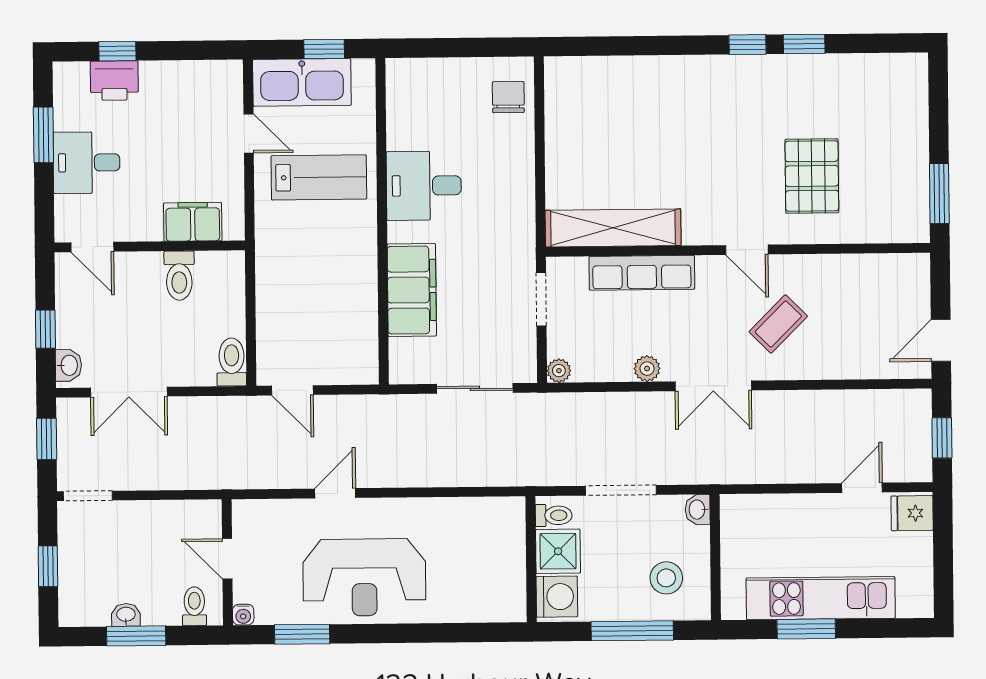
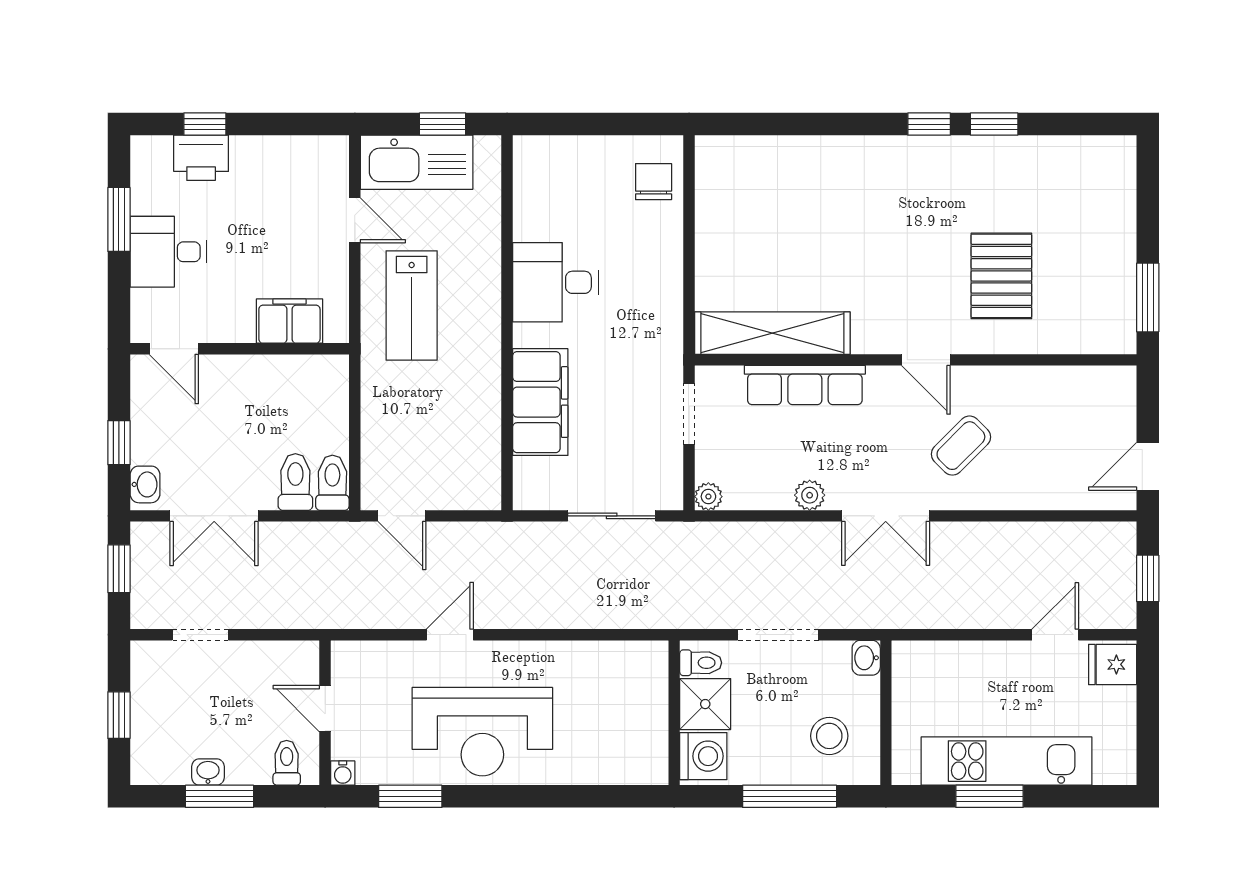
lab bench: (319, 177) -> (412, 305), moved, turned 90
toilet: (179, 276) -> (295, 482), moved, turned 180
doorway: (88, 496) -> (200, 635), moved

